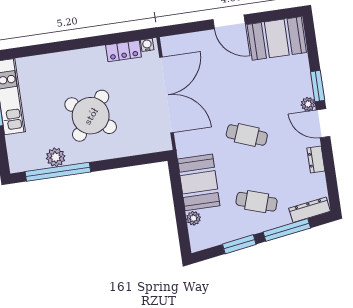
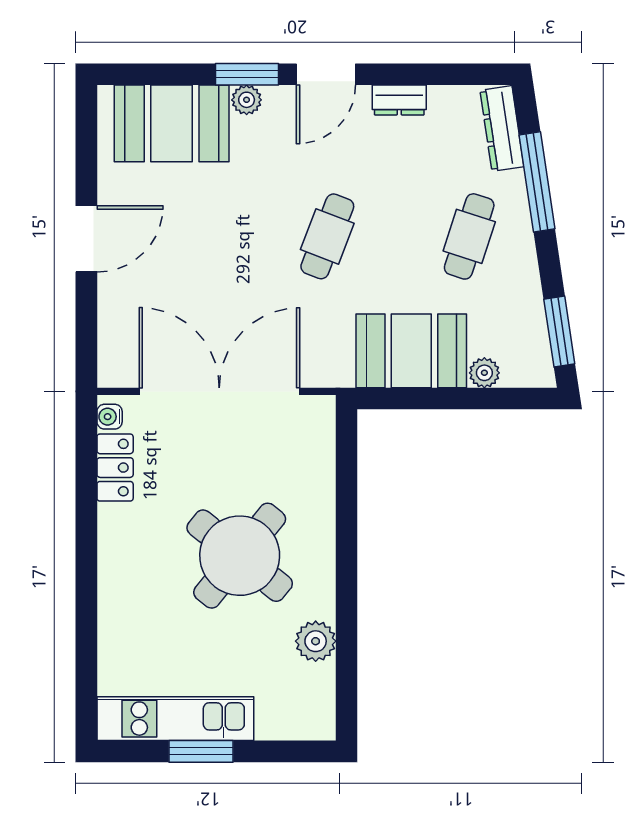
booth: (277, 38) -> (172, 123), moved, turned 90
plant: (308, 104) -> (247, 100), moved
window: (58, 172) -> (347, 641), removed
window: (239, 244) -> (559, 331), moved

